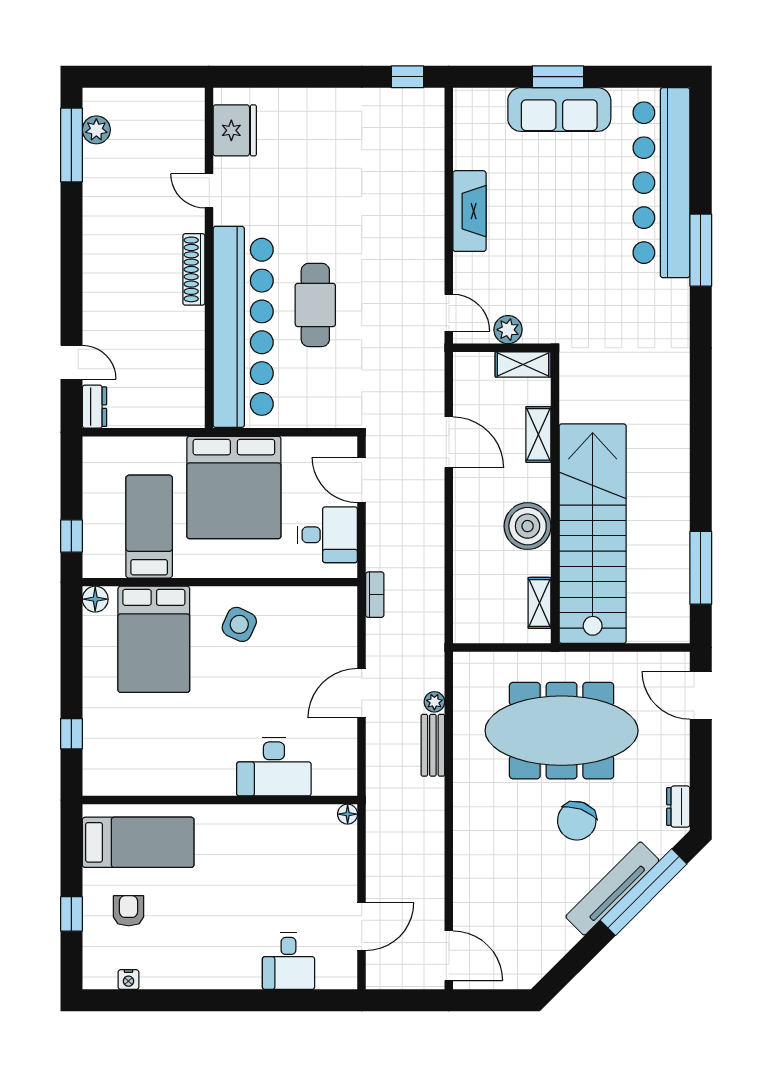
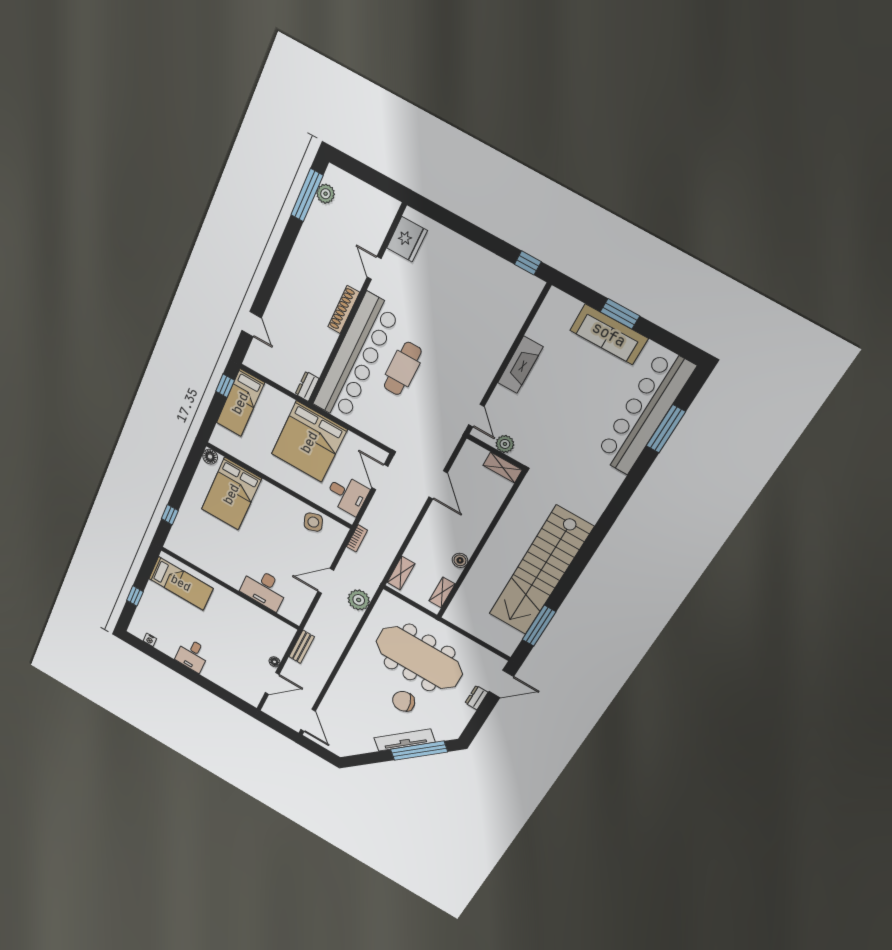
window: (701, 250) -> (666, 429), moved
dresser: (94, 407) -> (307, 386), moved, turned 180
shelving: (538, 434) -> (401, 573), moved
boiler: (528, 526) -> (460, 560), width x0.54, depth x0.54
bed: (149, 527) -> (240, 403), moved, turned 180
stairs: (593, 534) -> (540, 571), moved, turned 180
window: (71, 536) -> (225, 386), moved
side table: (239, 624) -> (313, 522), moved, turned 45
door: (701, 695) -> (501, 684), swing flipped
plant: (434, 702) -> (359, 600), width x1.88, depth x1.88
bench: (433, 745) -> (302, 647), moved
dresser: (678, 807) -> (476, 698), moved
floor lamp: (348, 814) -> (275, 662), moved
chair: (577, 821) -> (404, 701), turned 54
armchair: (129, 911) -> (163, 611), removed
desk: (288, 961) -> (192, 655), moved

